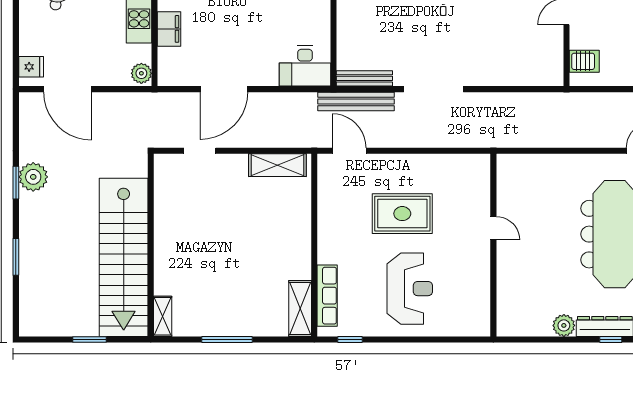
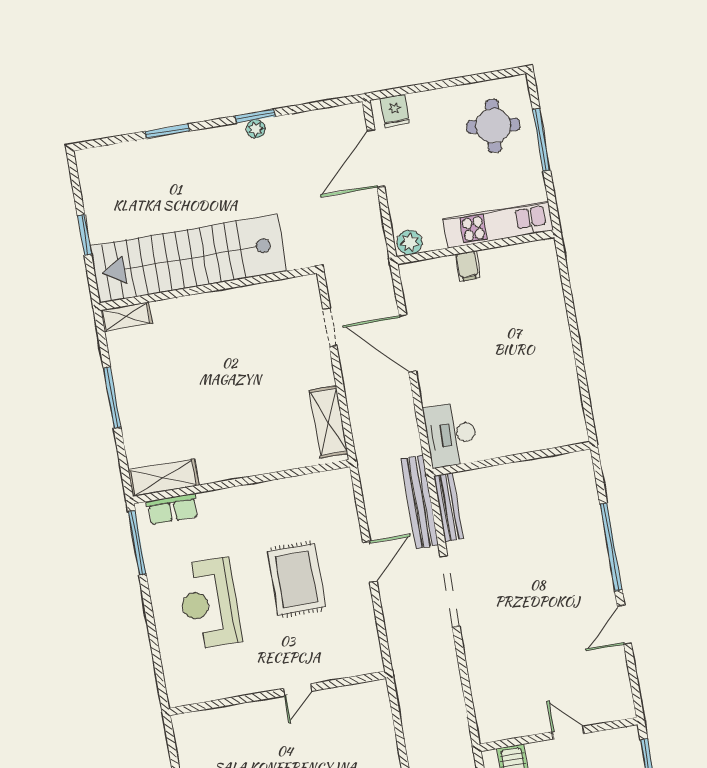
filing cabinet: (169, 29) -> (468, 266), width x0.50
door: (349, 151) -> (370, 562), moved
plant: (33, 177) -> (256, 129), width x0.53, depth x0.53
reception desk: (410, 289) -> (209, 603), turned 90
row of seats: (327, 296) -> (172, 509), width x0.68
window: (350, 339) -> (137, 543), width x2.17

